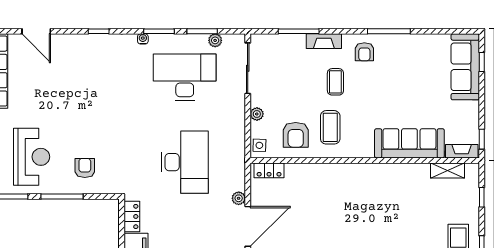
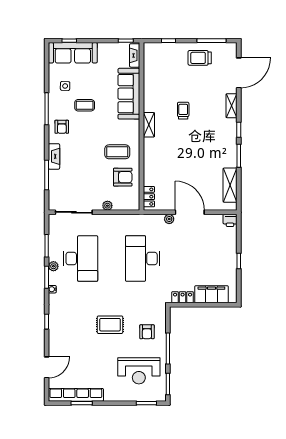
plant: (215, 40) -> (53, 266), moved
armchair: (364, 52) -> (62, 127), turned 90
desk: (185, 77) -> (80, 258), turned 180
coffee table: (335, 82) -> (85, 105), moved
rug: (94, 118) -> (110, 325), added
side table: (259, 145) -> (65, 86), moved
reception desk: (32, 157) -> (139, 371), turned 180
desk: (185, 162) -> (143, 258), turned -90
armchair: (85, 168) -> (147, 332), turned -90
shelving: (448, 171) -> (149, 125), moved
trolley: (386, 217) -> (183, 111), added

